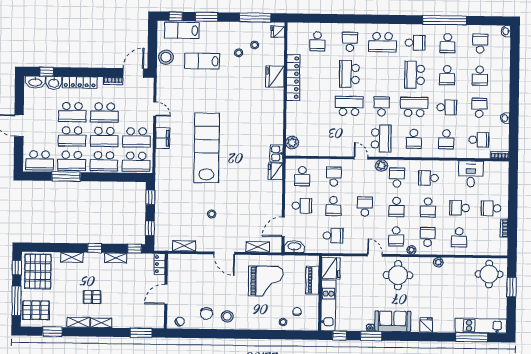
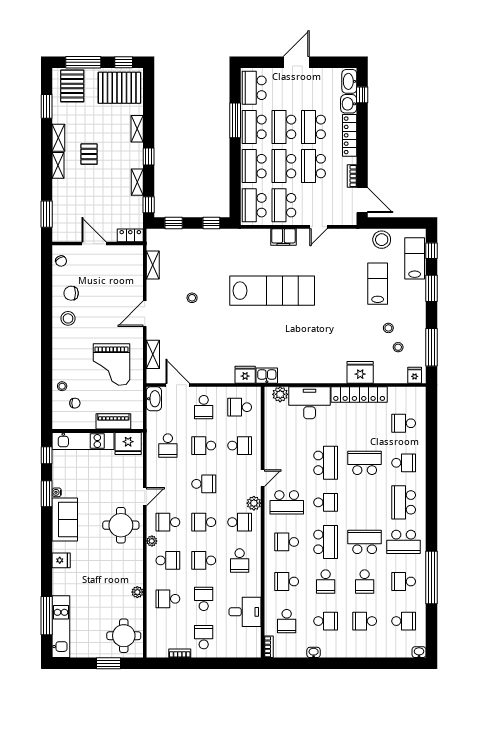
school desk: (415, 43) -> (404, 542), width x1.85
school desk: (447, 75) -> (365, 582), turned -90
desk: (299, 119) -> (310, 403), added
school desk: (428, 178) -> (240, 560), turned 180
plant: (438, 262) -> (137, 592), moved

